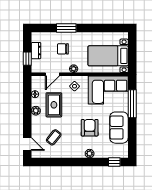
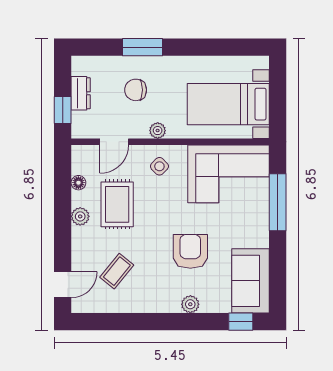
sofa: (119, 128) -> (250, 281), moved
door: (27, 144) -> (63, 285), hinge flipped

